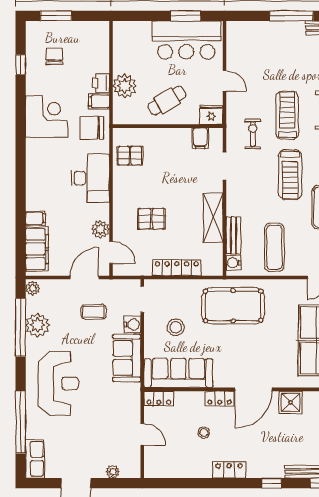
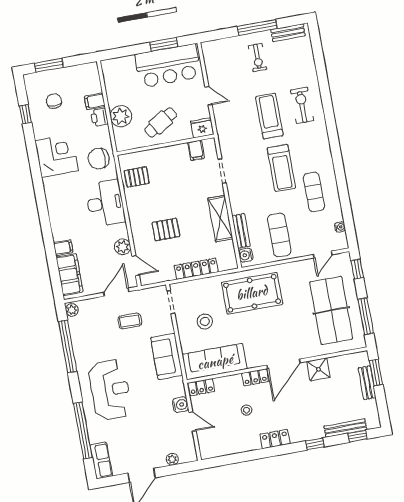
filing cabinet: (99, 101) -> (95, 101), moved
exercise bike: (253, 134) -> (258, 58), moved, turned 180
plant: (37, 325) -> (82, 342), removed
water cooler: (132, 325) -> (180, 405), moved

